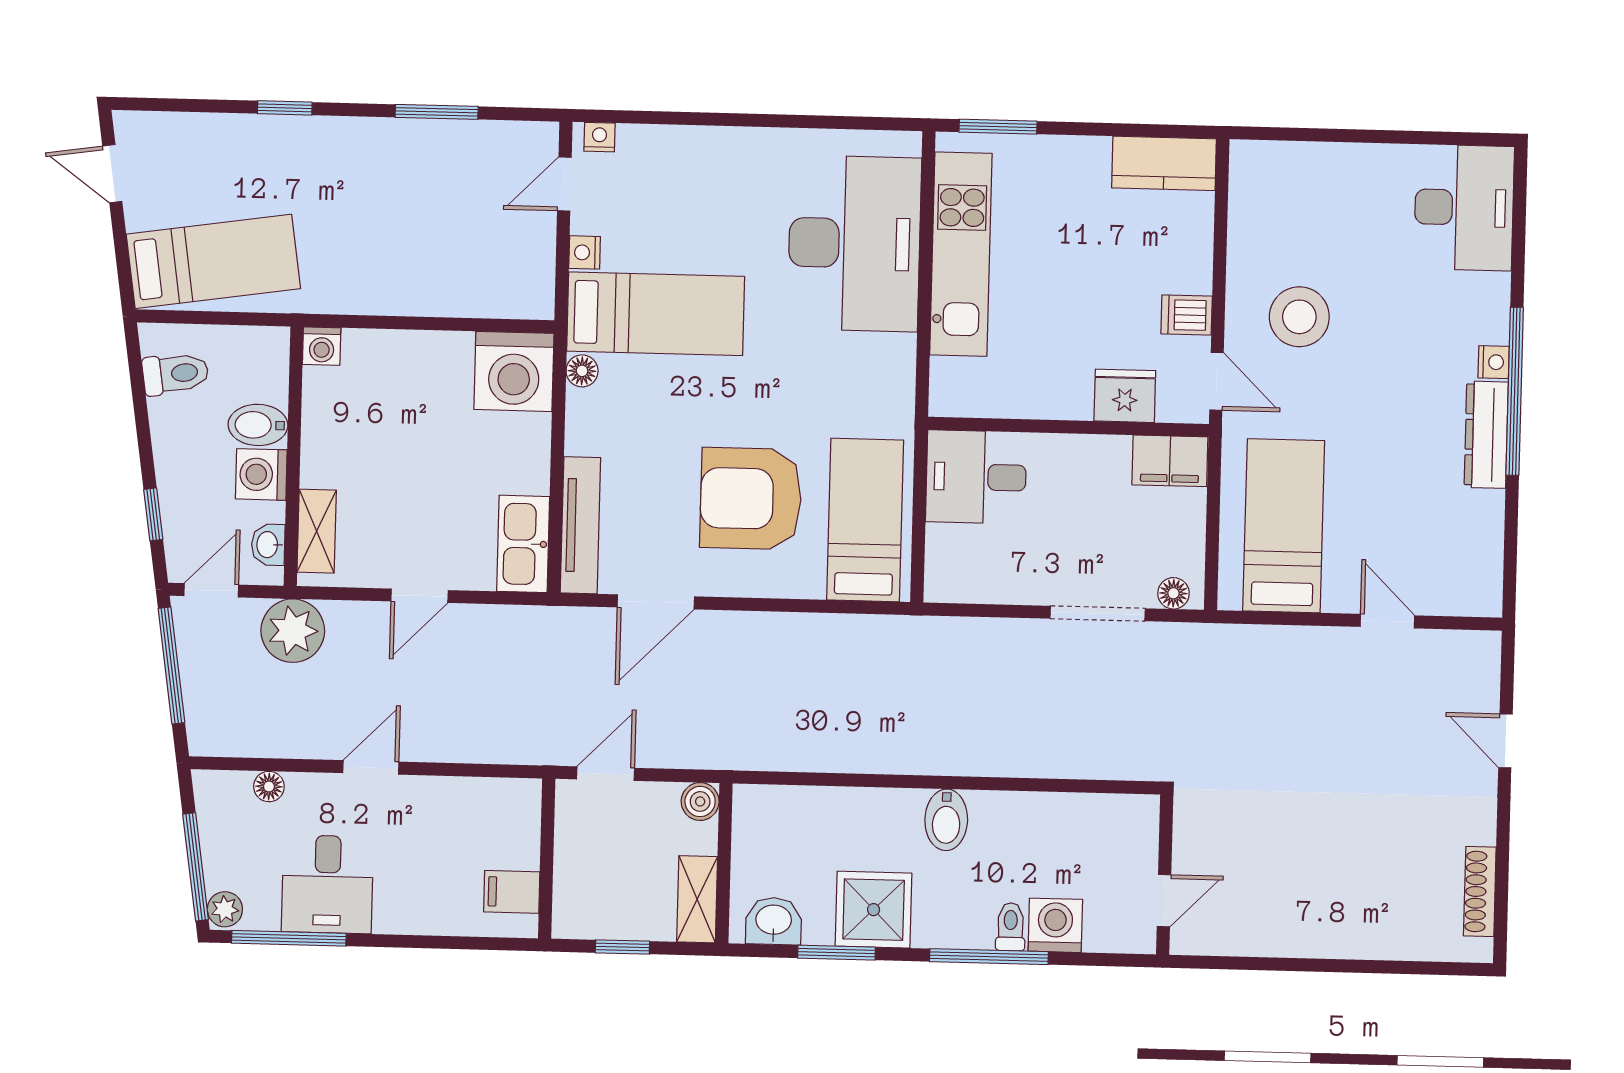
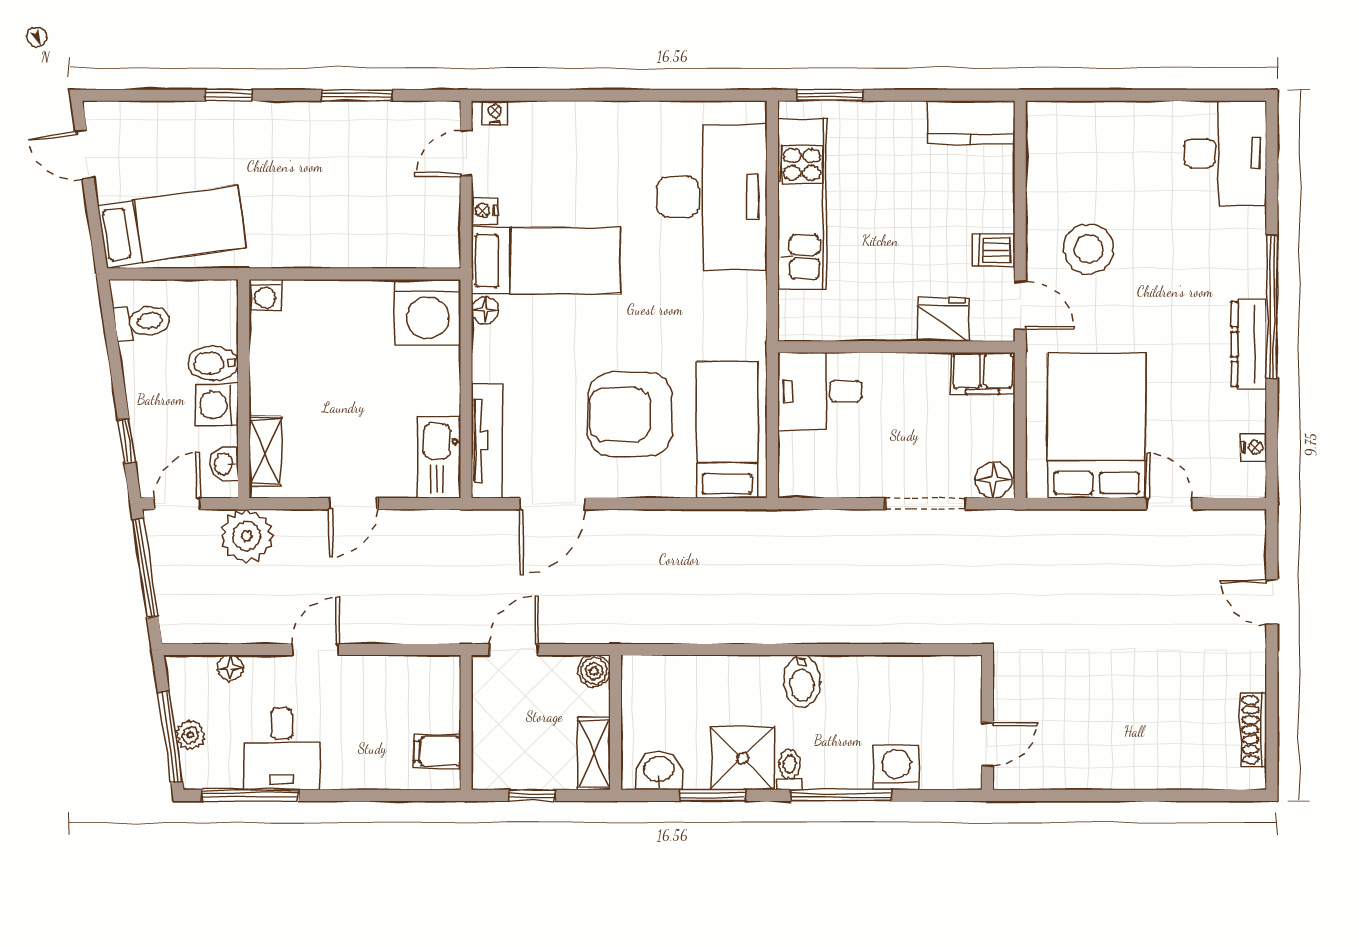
nightstand: (1494, 362) -> (1254, 447), moved
bed: (1284, 526) -> (1096, 426), width x1.50
floor lamp: (1173, 593) -> (994, 480), width x1.37, depth x1.37
plant: (225, 909) -> (190, 735), moved
toilet: (1011, 927) -> (790, 770), moved

